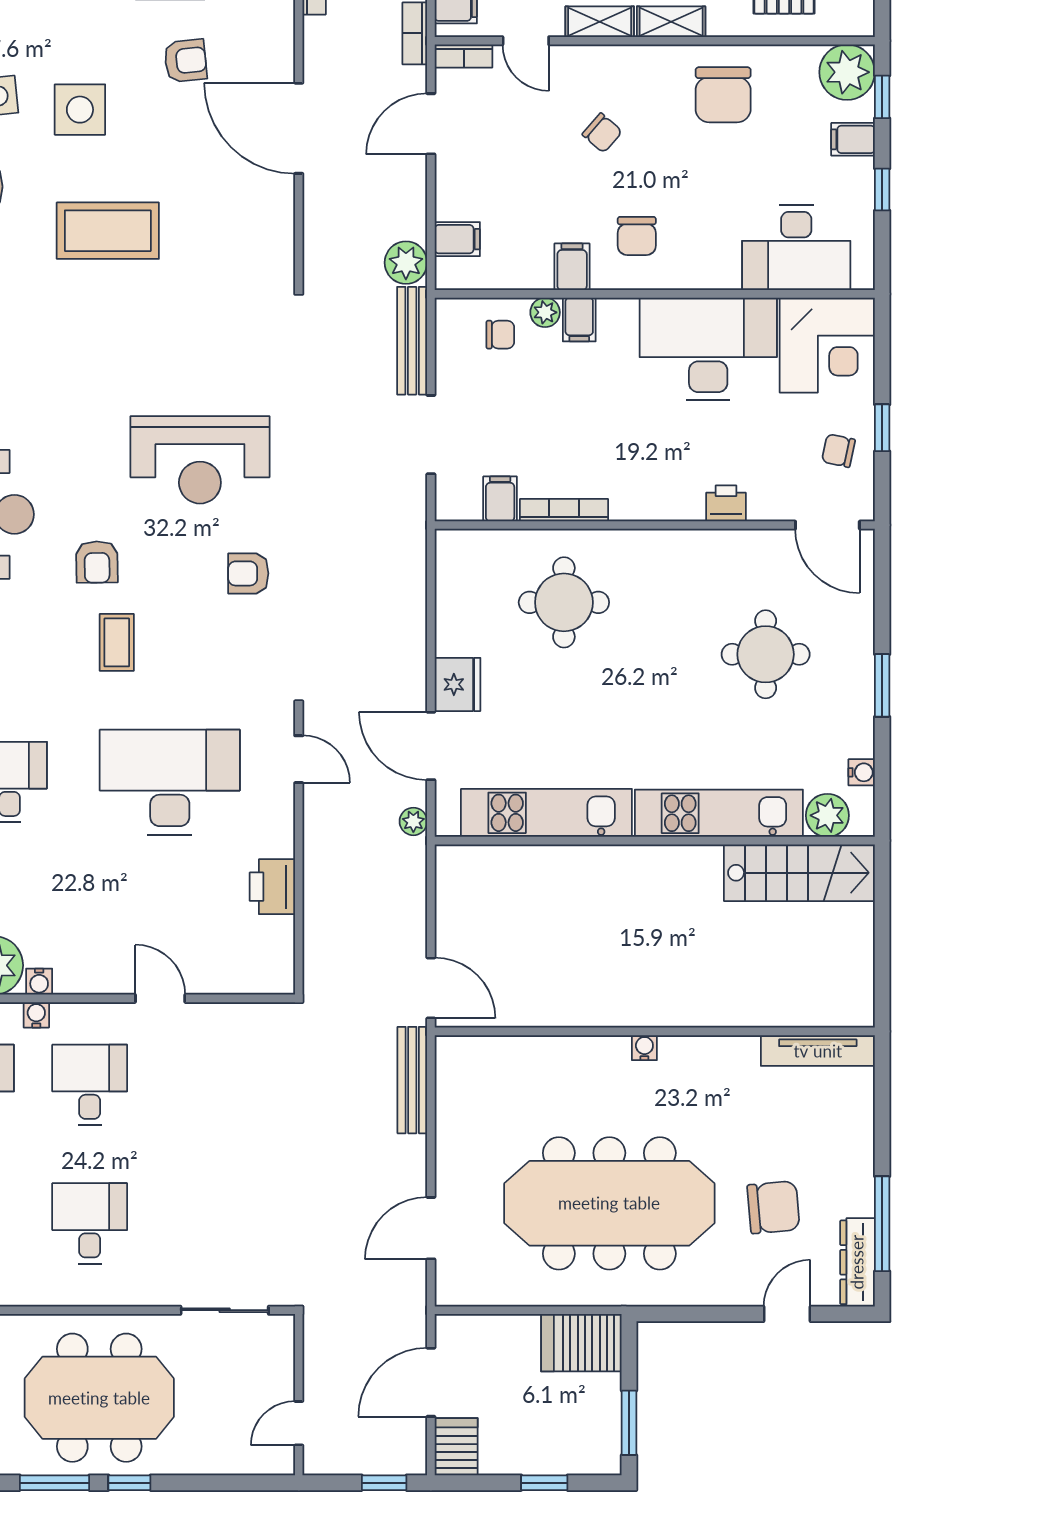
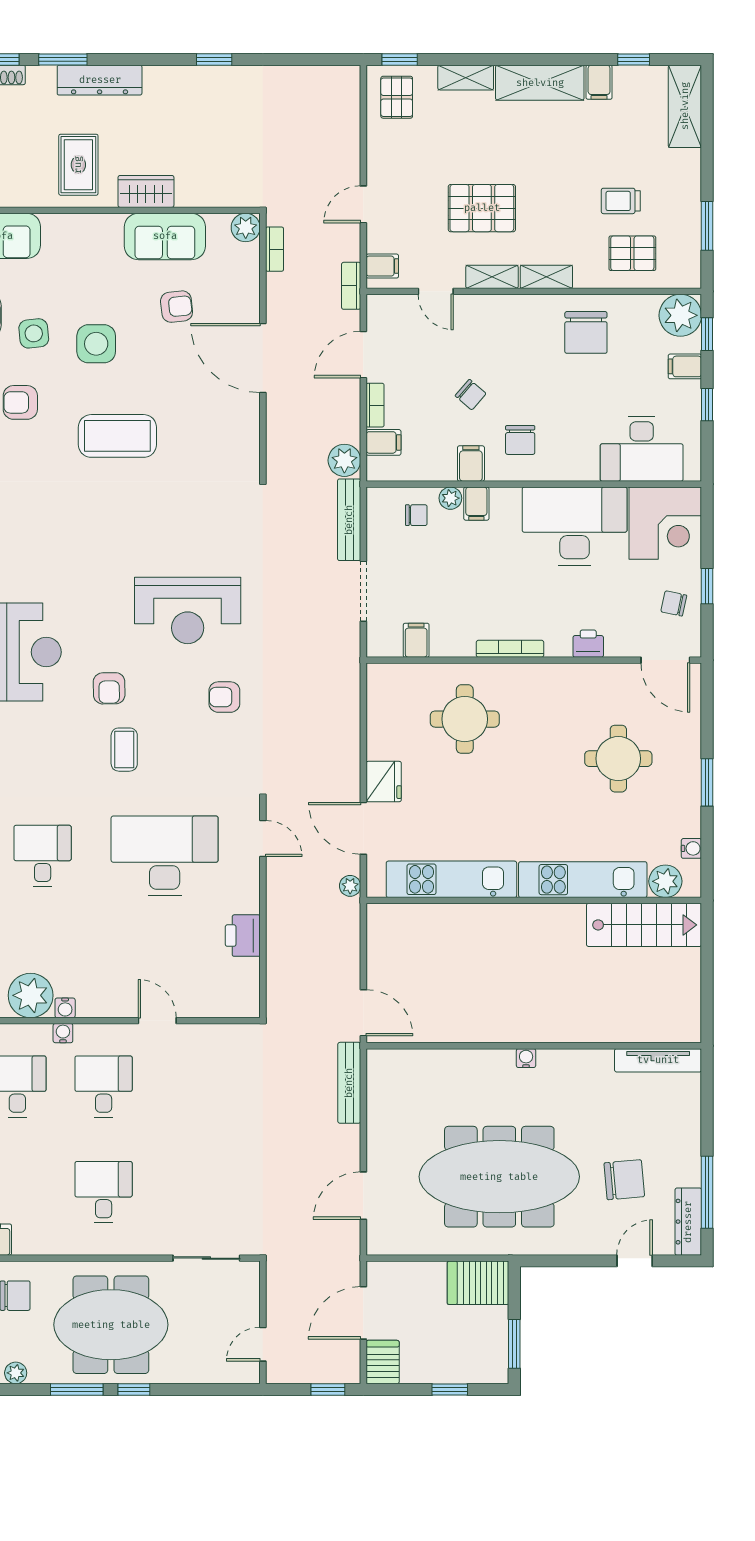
bookcase: (464, 56) -> (375, 405), moved, turned -90
chair: (602, 133) -> (471, 395), moved
bookcase: (564, 510) -> (510, 649), moved

